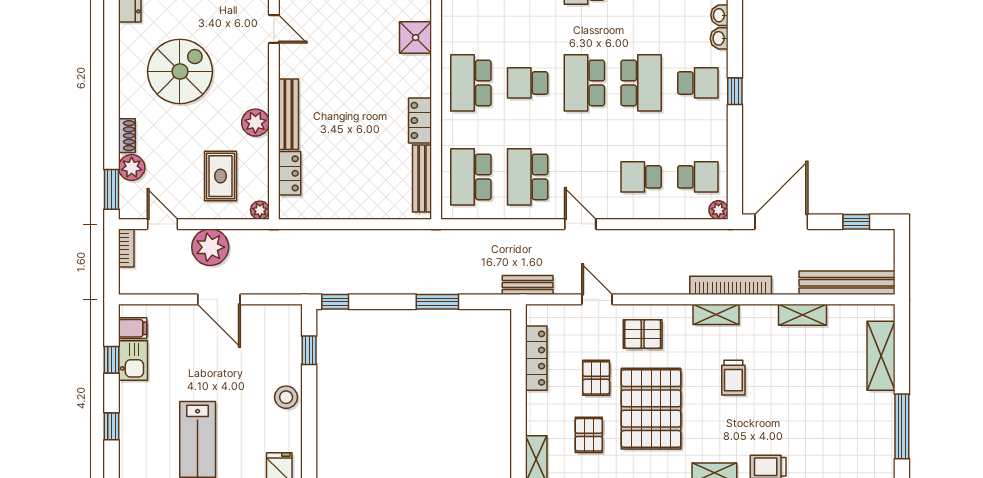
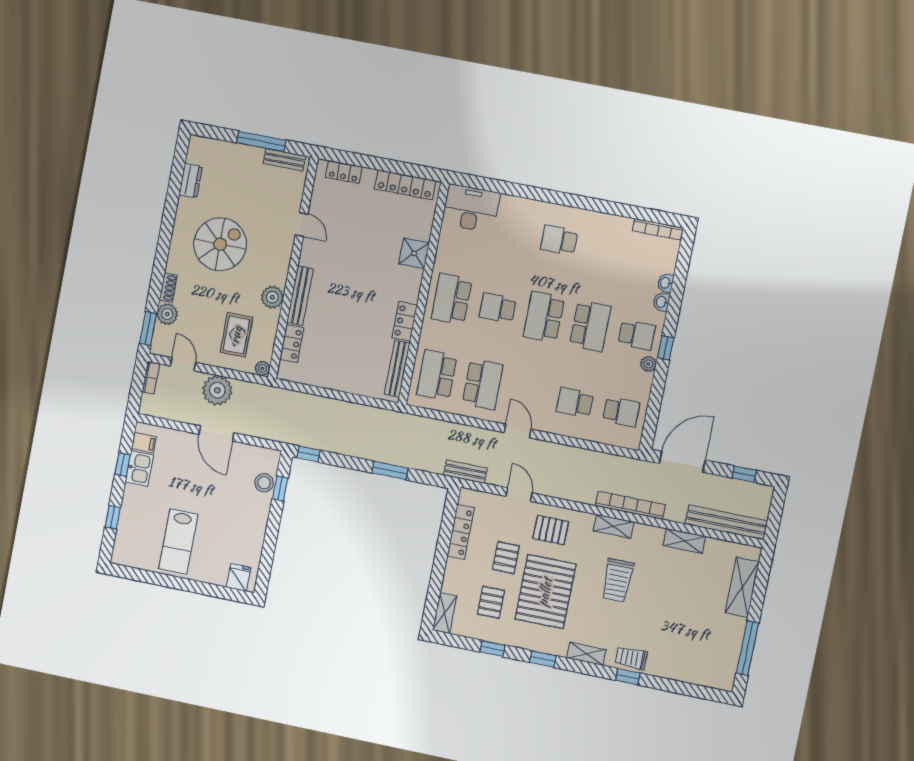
school desk: (528, 177) -> (483, 384), turned 180
plant: (718, 210) -> (648, 364), moved
trolley: (733, 378) -> (617, 580), width x1.36, depth x1.39
stool: (286, 397) -> (264, 483), moved

